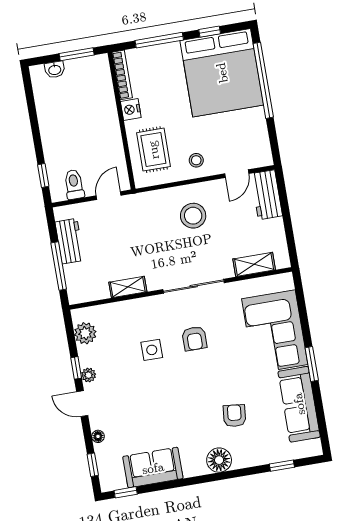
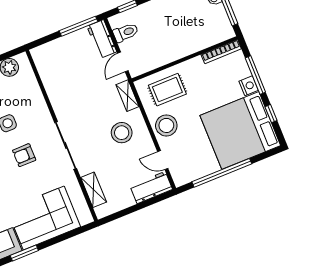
window: (263, 80) -> (222, 173), moved
nightstand: (131, 109) -> (249, 86), moved, turned 90
stool: (196, 160) -> (166, 125), width x1.89, depth x1.89
door: (109, 196) -> (123, 62), swing flipped
workbench: (70, 241) -> (102, 39), moved, turned 90
window: (59, 266) -> (79, 26), moved
shelving: (128, 287) -> (127, 96), moved

